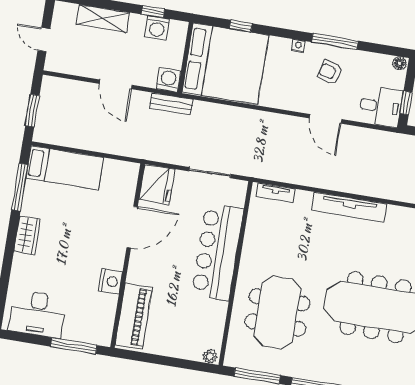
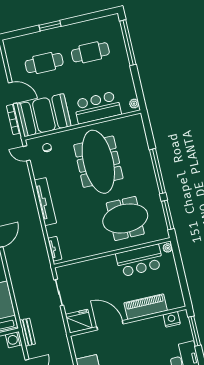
bar counter: (218, 252) -> (140, 260), moved, width x0.73
nightstand: (111, 281) -> (172, 319), moved
piano: (134, 316) -> (146, 307), moved

